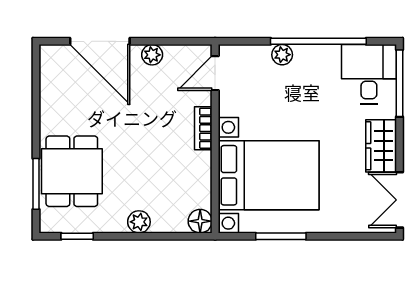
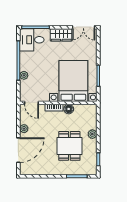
dining table: (72, 171) -> (69, 146), moved, turned 90
floor lamp: (200, 221) -> (69, 109), moved

